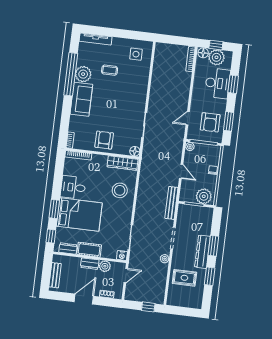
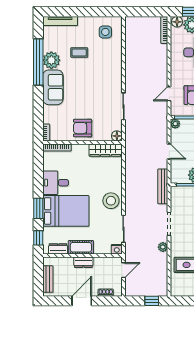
armchair: (104, 140) -> (83, 128), turned -90
stool: (120, 190) -> (111, 201), moved
plant: (105, 266) -> (100, 263), removed

